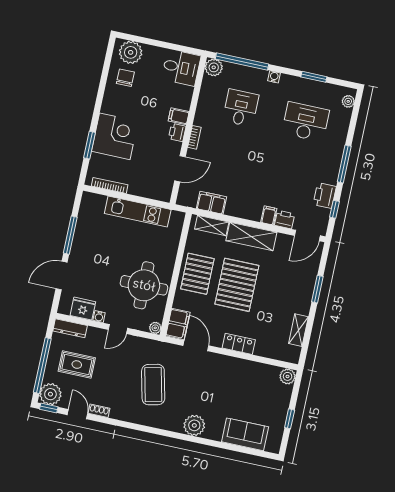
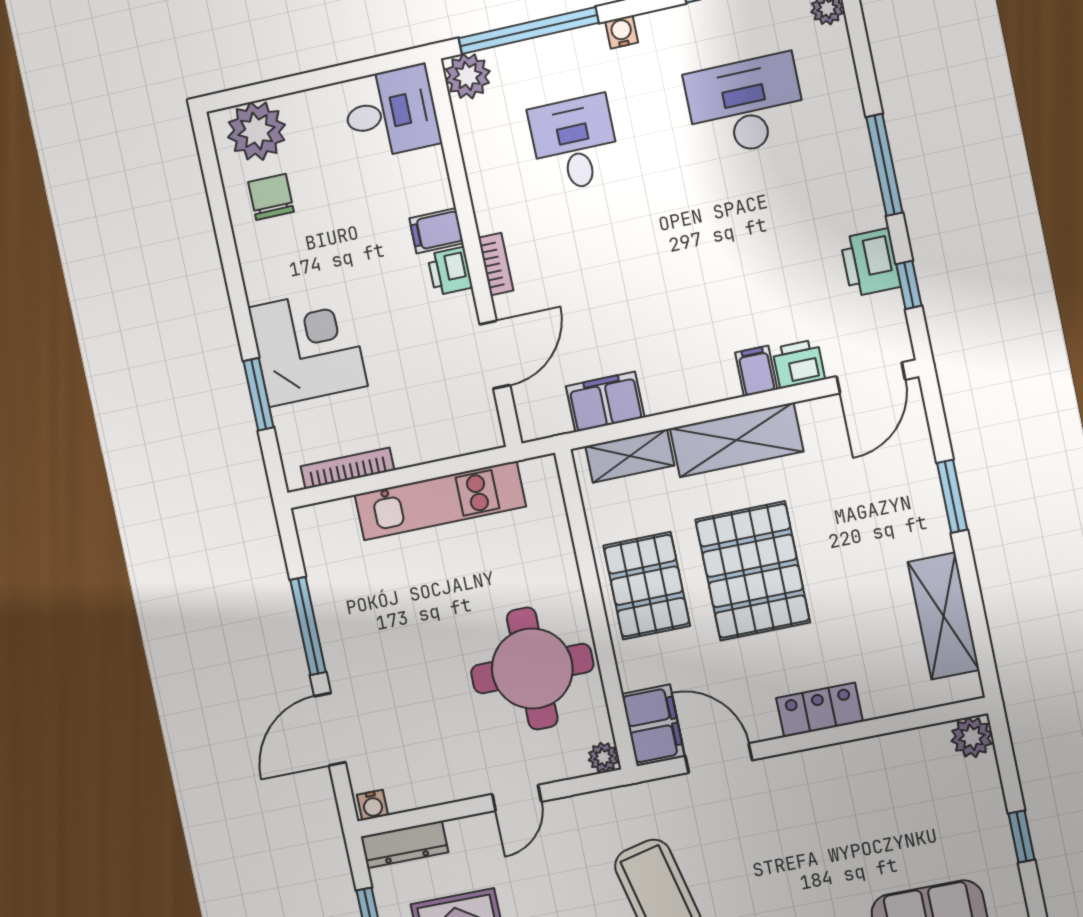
fridge: (83, 309) -> (414, 785), removed
water cooler: (99, 317) -> (373, 805), moved
shelving: (298, 330) -> (943, 616), width x1.50, depth x1.33

